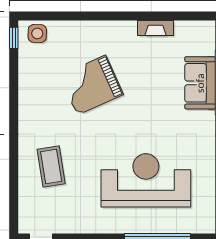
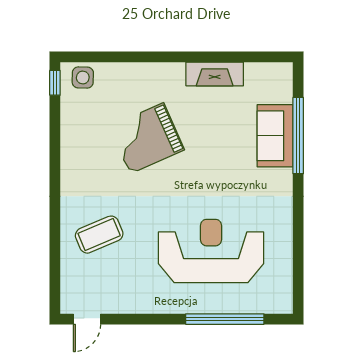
fireplace: (156, 28) -> (215, 74), width x1.37, depth x1.32
coffee table: (51, 167) -> (99, 235), turned 76

